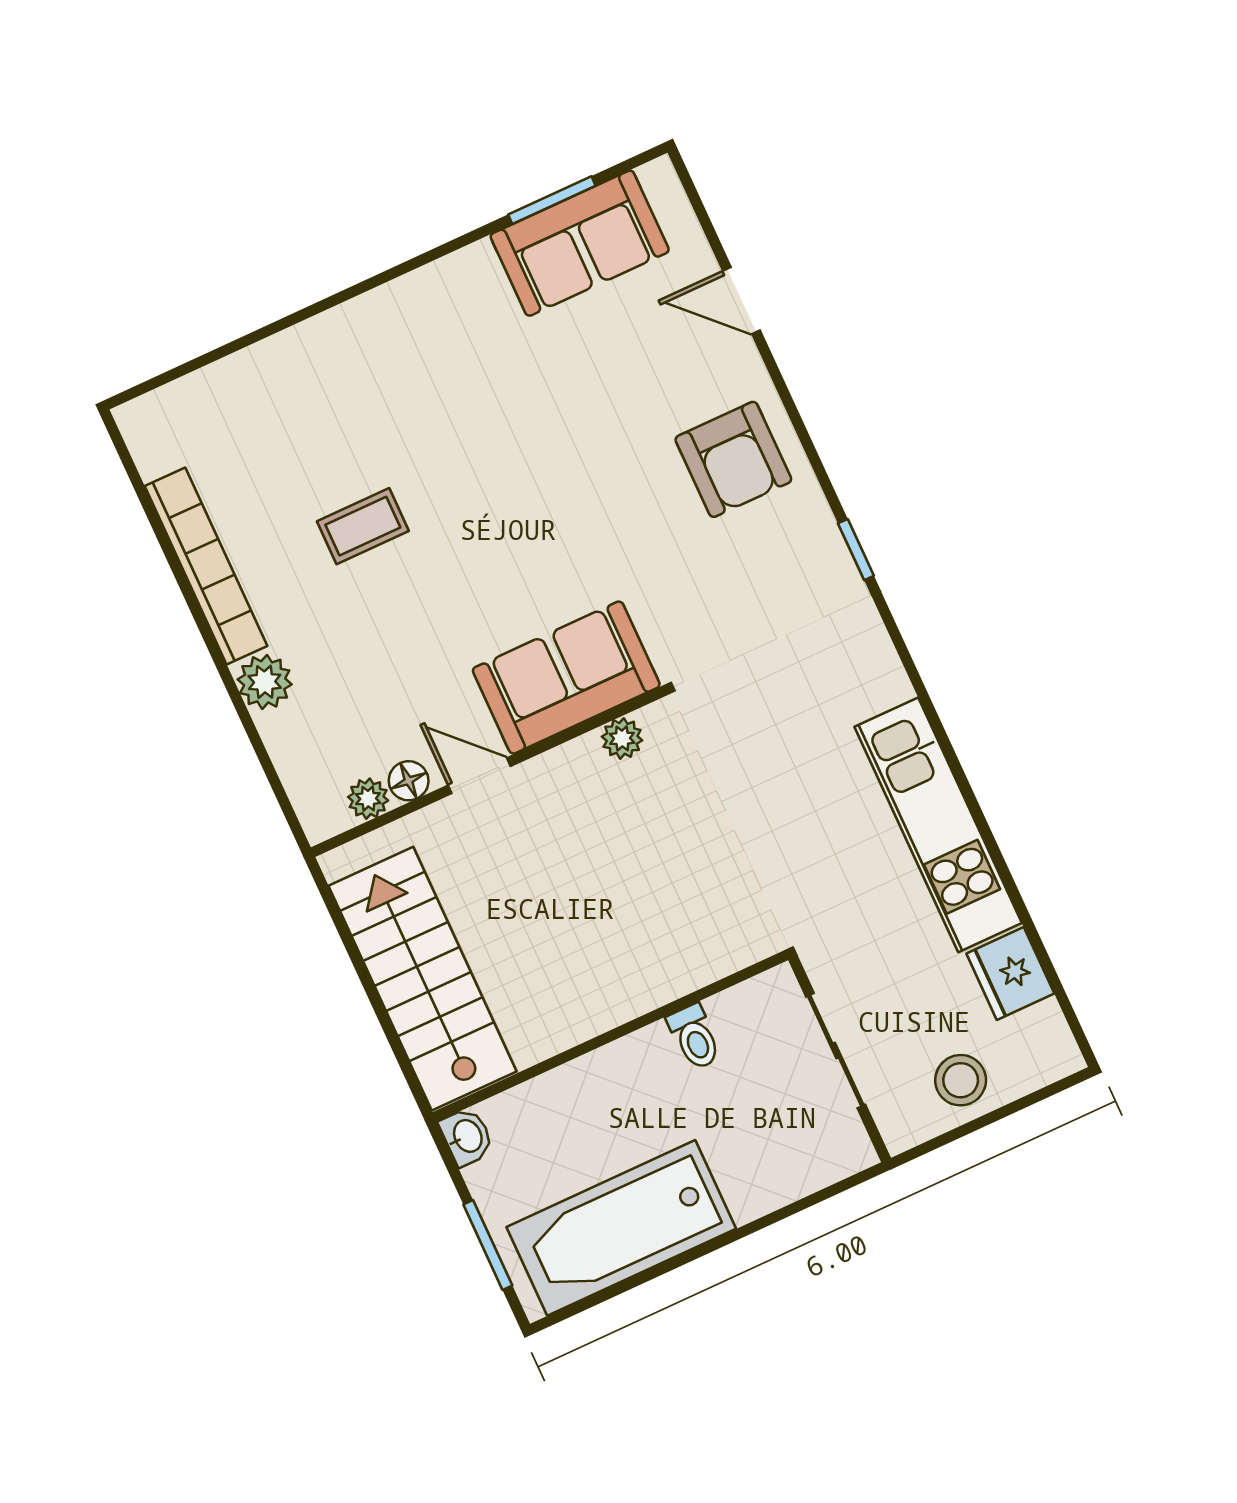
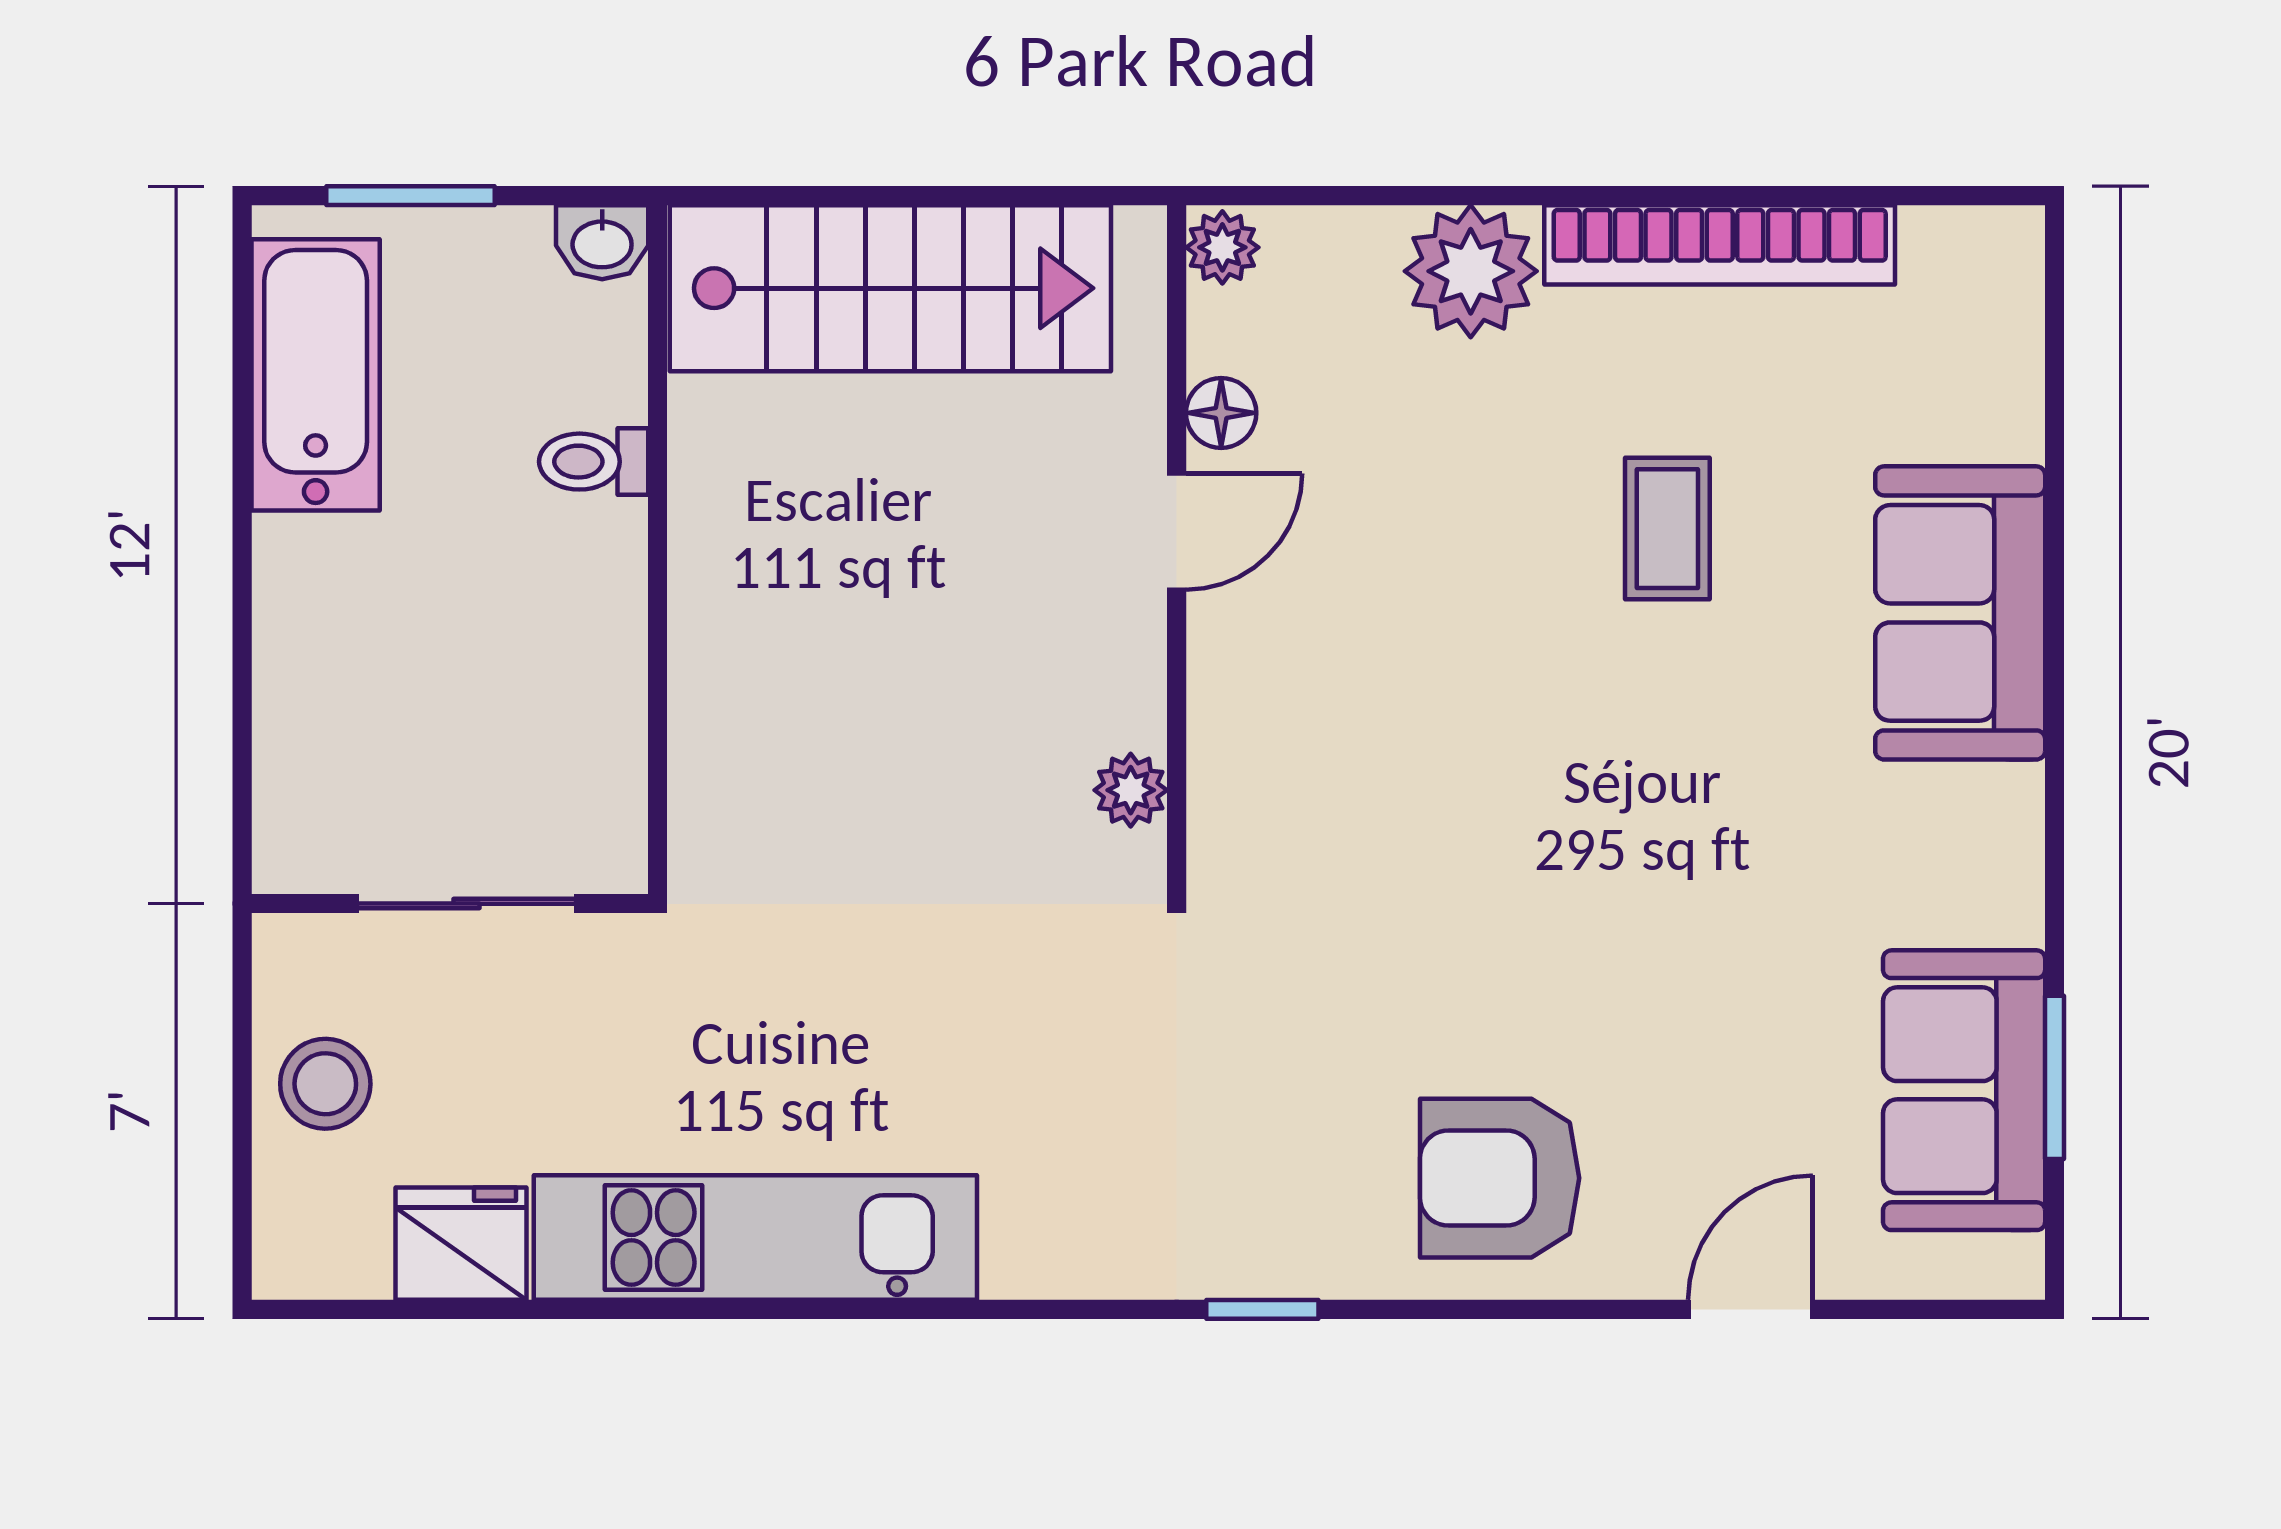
sofa: (566, 678) -> (1960, 613), moved, turned 180
plant: (265, 682) -> (1471, 271), width x1.36, depth x1.36
plant: (368, 799) -> (1222, 247), moved
toilet: (694, 1037) -> (594, 462), moved
bathtub: (621, 1228) -> (316, 375), width x0.73, depth x0.73

